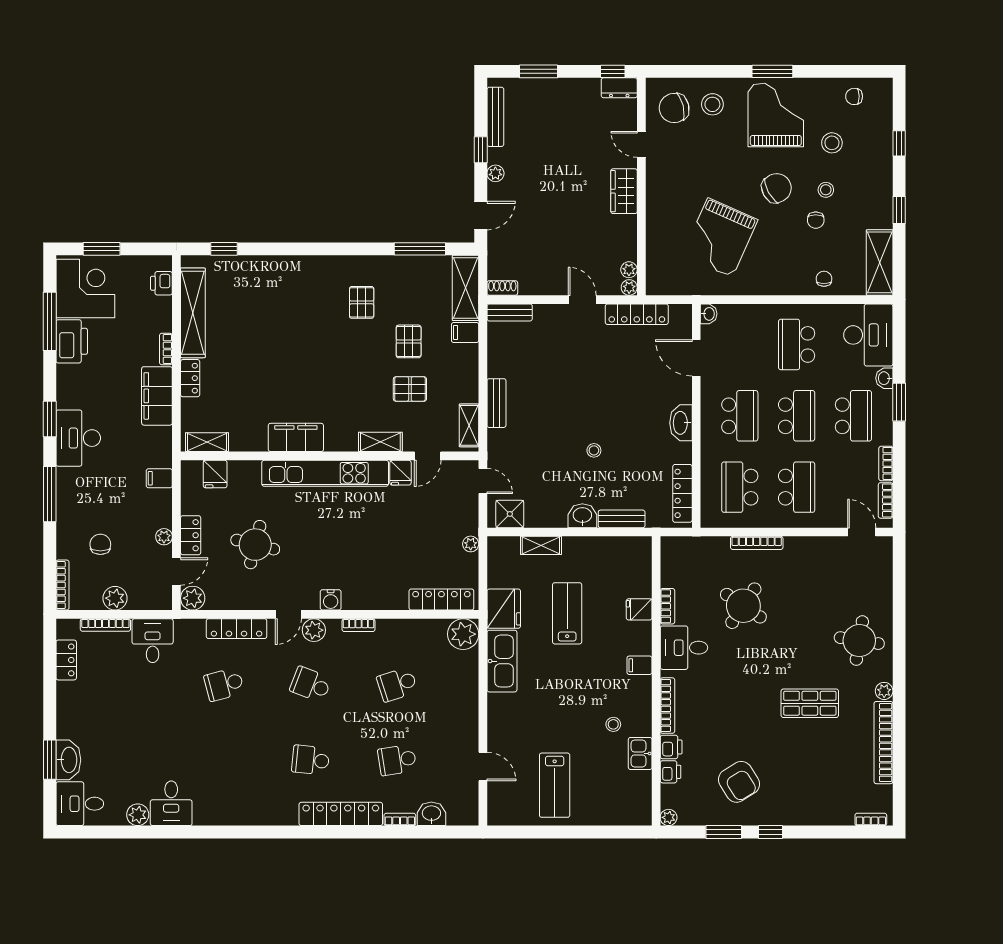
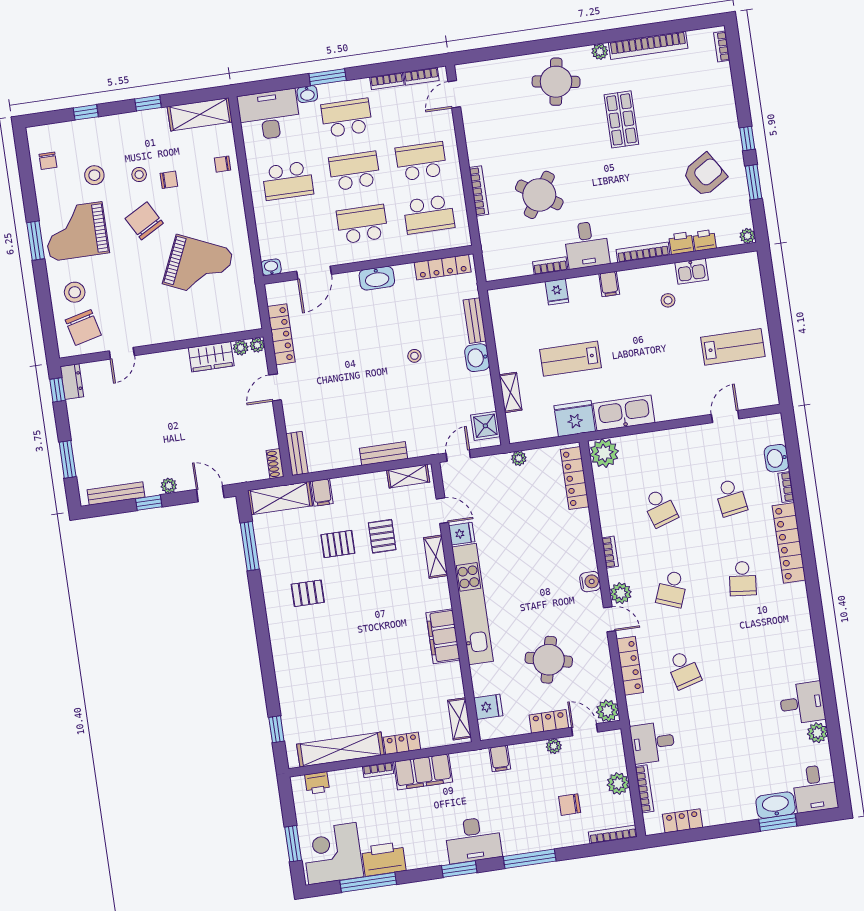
wardrobe: (624, 191) -> (211, 357), moved

